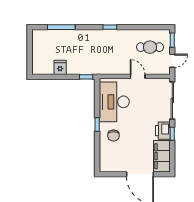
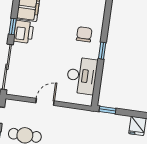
door: (138, 76) -> (45, 102), swing flipped
desk: (114, 102) -> (82, 76), width x0.73, depth x0.77

